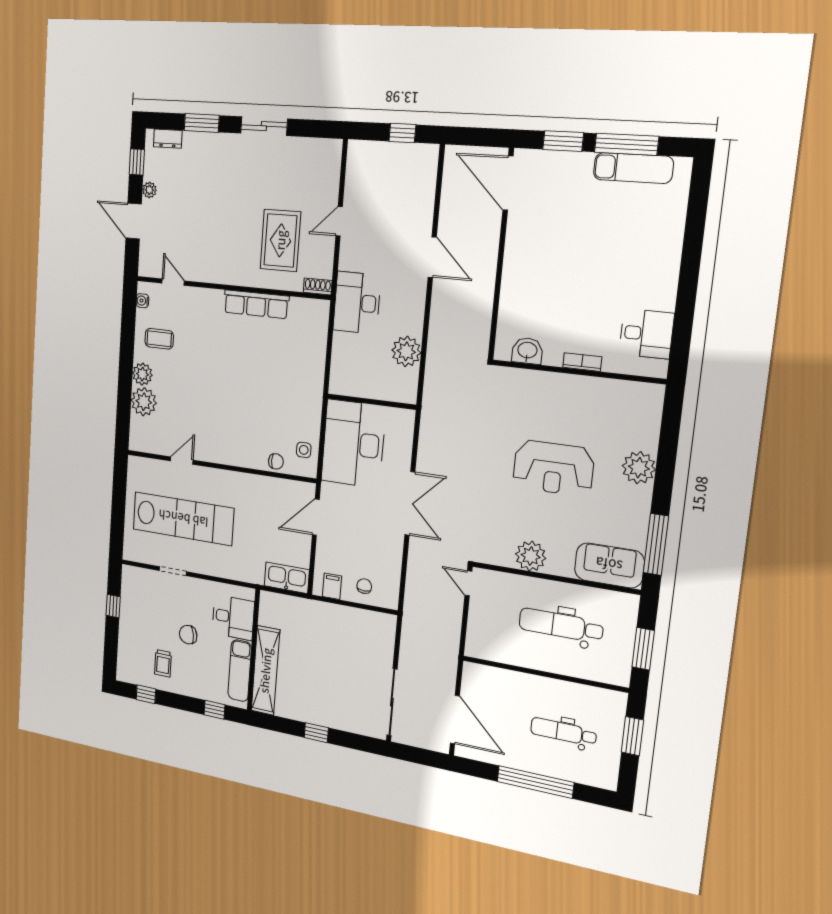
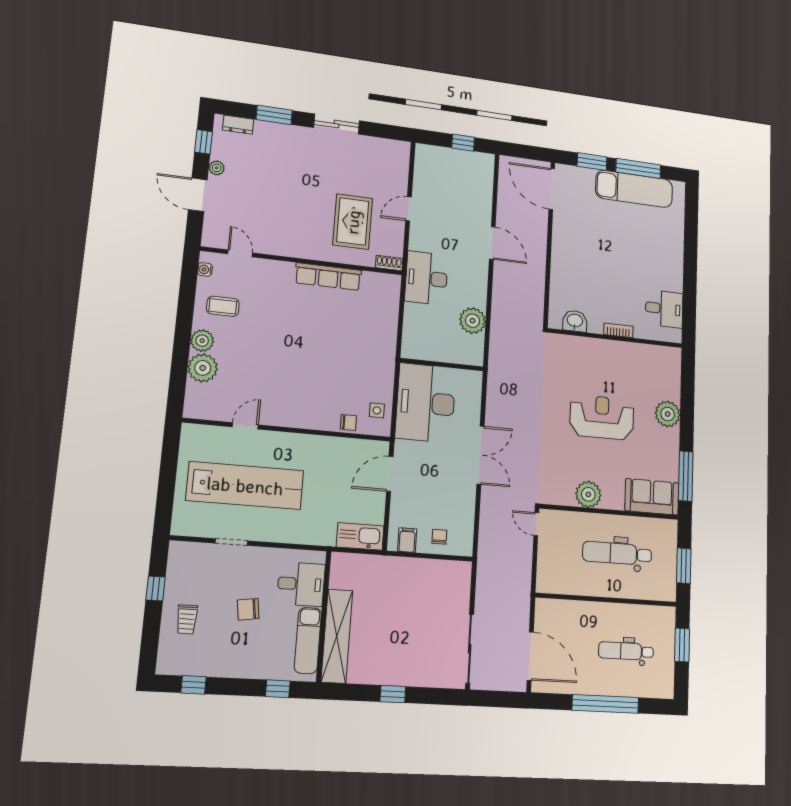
exam couch: (633, 168) -> (634, 189), width x1.36, depth x1.45
reception desk: (553, 468) -> (602, 417), turned 180
trolley: (163, 663) -> (187, 619), moved

